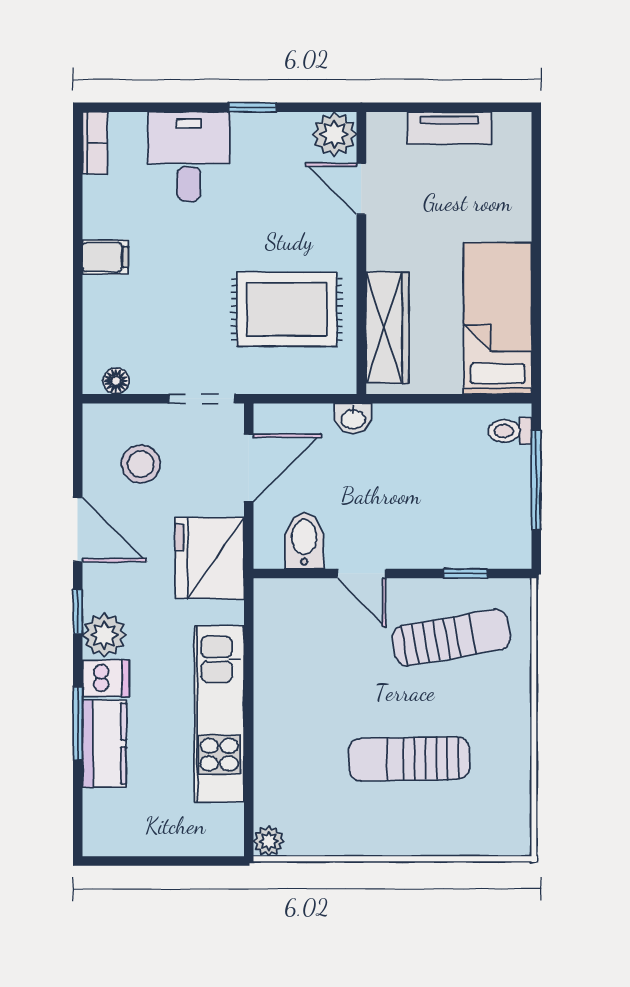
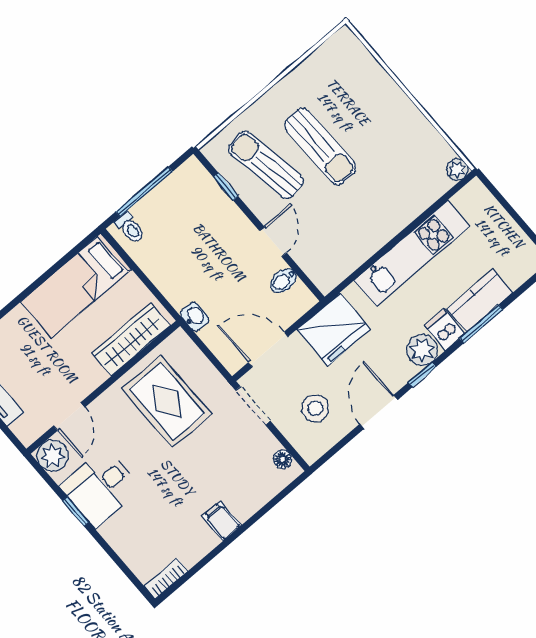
desk: (189, 156) -> (100, 487), moved
bidet: (304, 541) -> (283, 281), width x0.72, depth x0.74
sun lounger: (409, 759) -> (320, 147), moved

